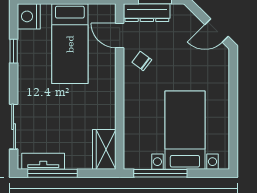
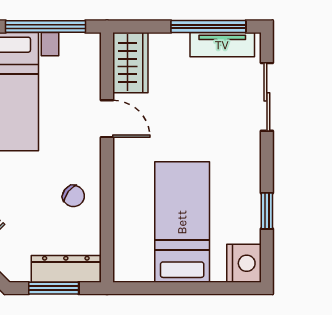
door: (120, 36) -> (107, 119), moved

